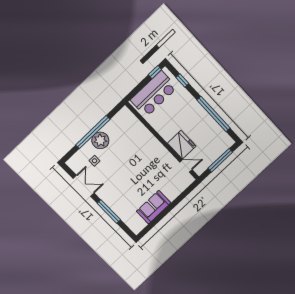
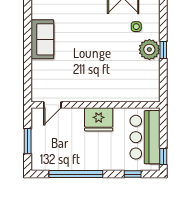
window: (93, 132) -> (163, 50), width x0.32
fridge: (182, 145) -> (99, 119), moved
window: (220, 160) -> (28, 141), width x0.69

